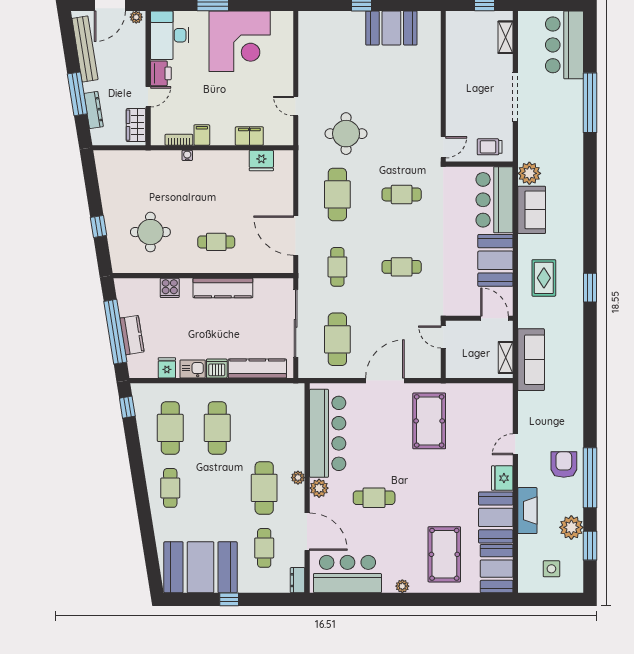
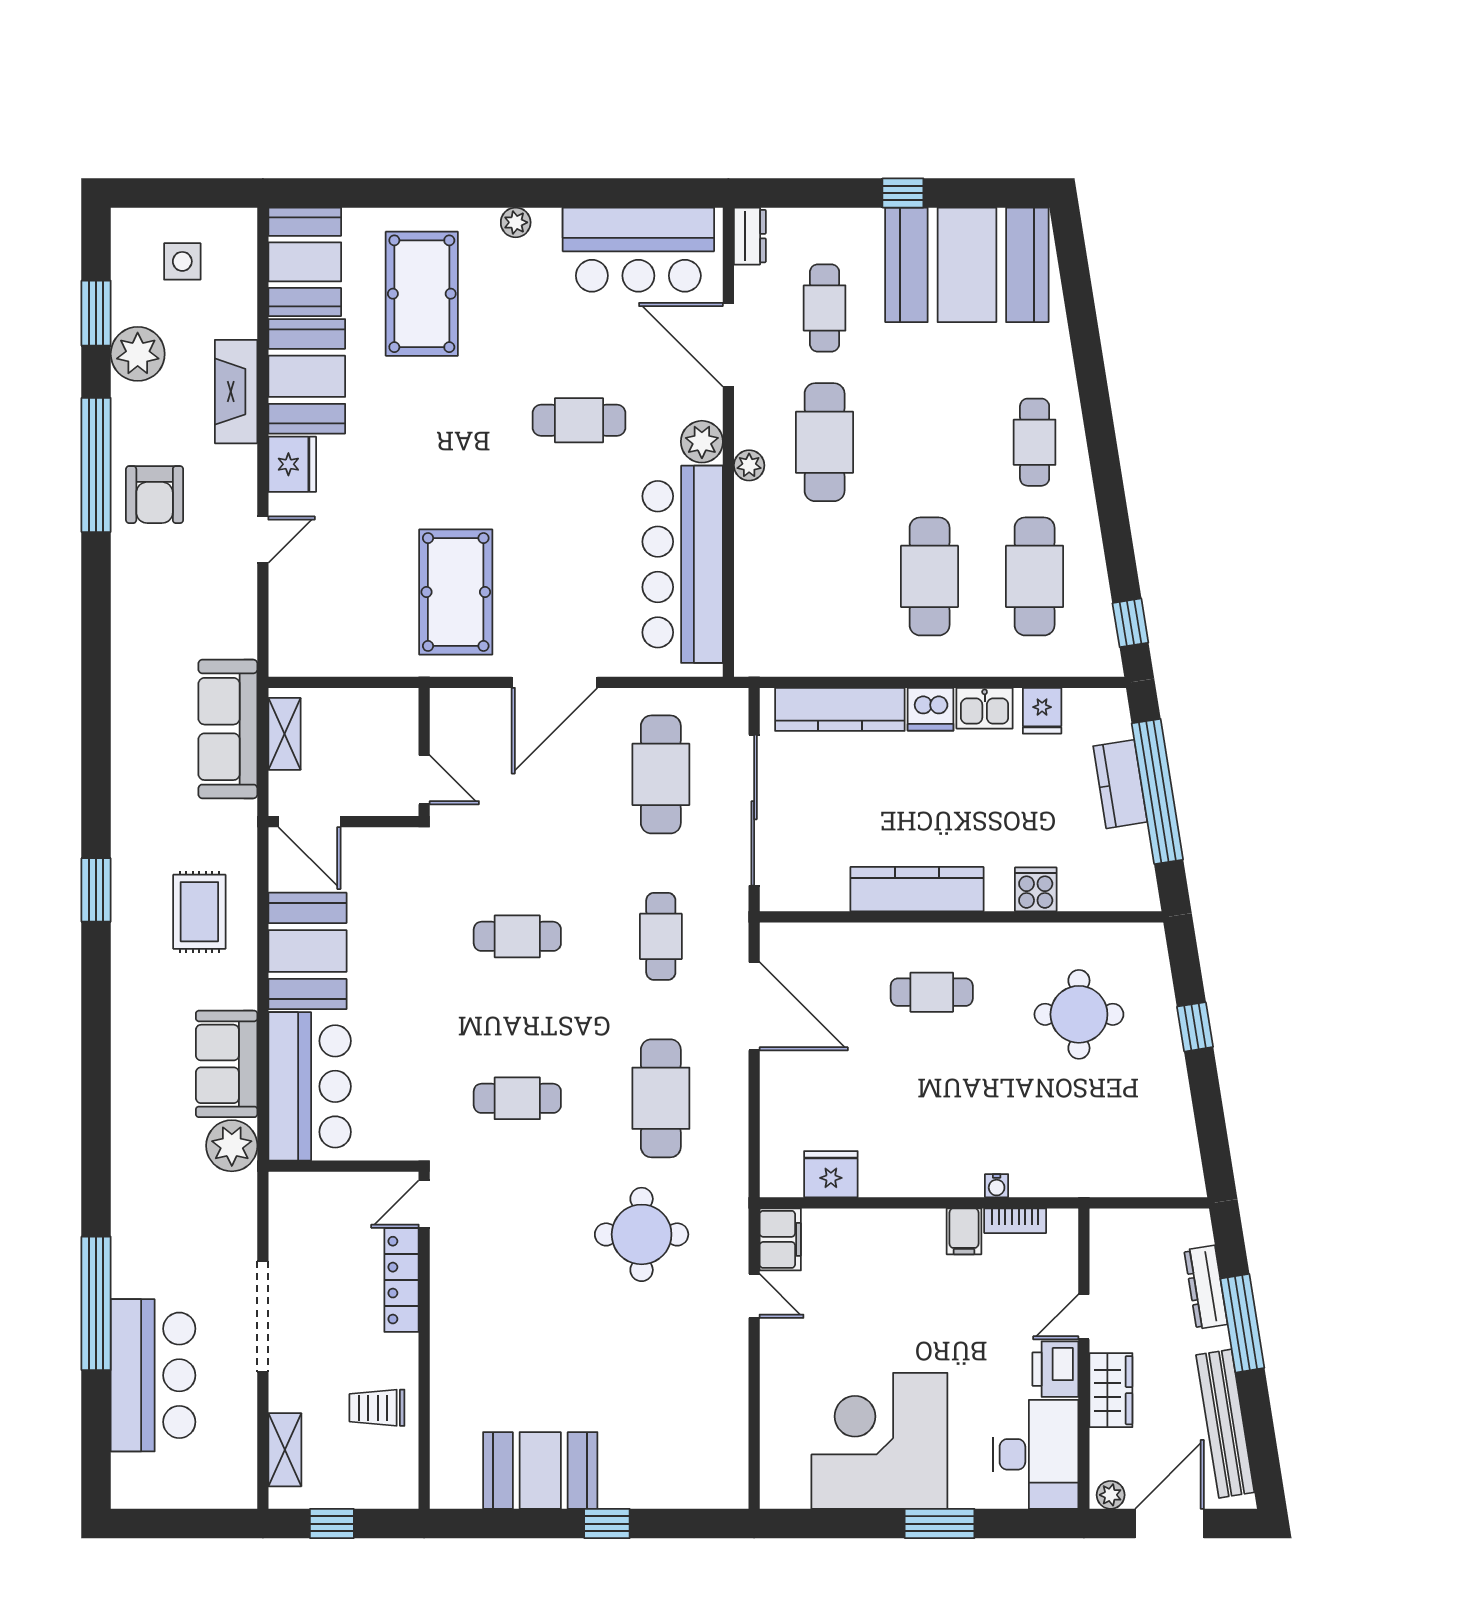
bar counter: (565, 45) -> (153, 1375), moved
locker: (453, 113) -> (401, 1280), added
wardrobe: (136, 125) -> (1111, 1390), moved
filing cabinet: (249, 136) -> (780, 1239), moved, turned -90
trolley: (490, 147) -> (377, 1408), moved, turned 180

